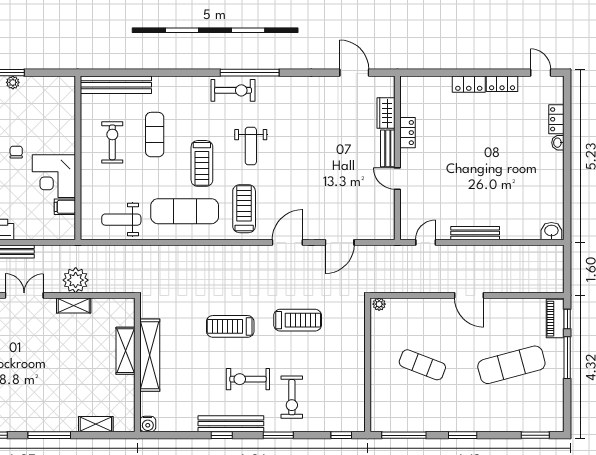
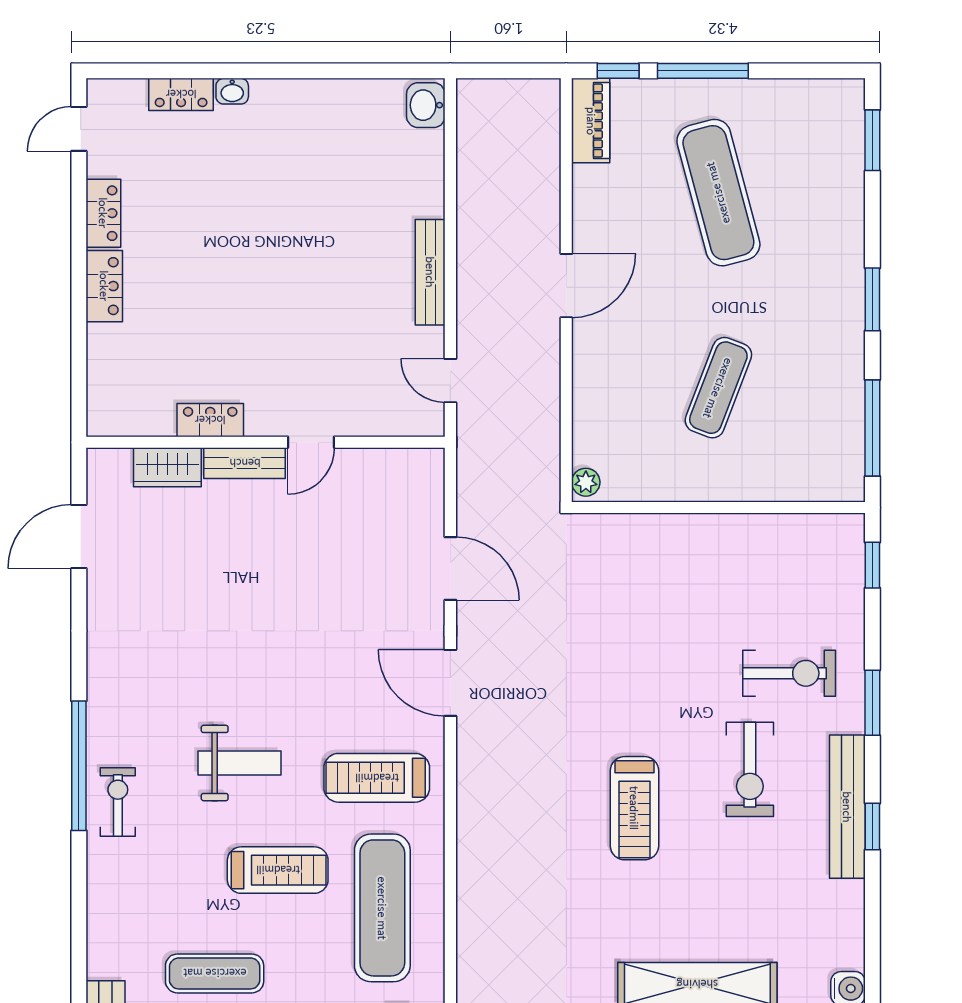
exercise bike: (233, 90) -> (118, 802), width x0.73, depth x0.72
piano: (555, 319) -> (591, 121), moved, turned -90
treadmill: (298, 320) -> (621, 661), removed

